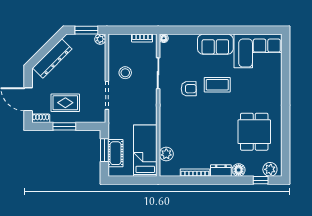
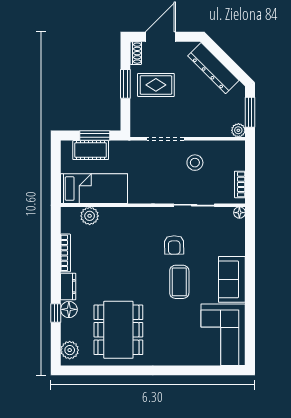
rug: (65, 103) -> (156, 85), turned 90
dining table: (254, 132) -> (118, 330), width x1.38
window: (261, 180) -> (56, 313), moved

